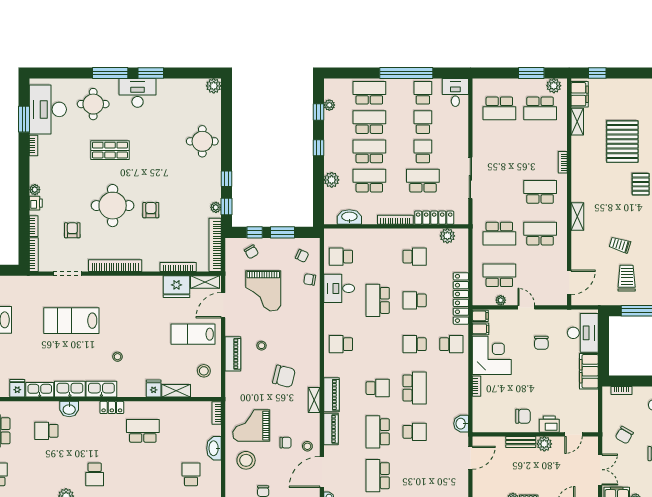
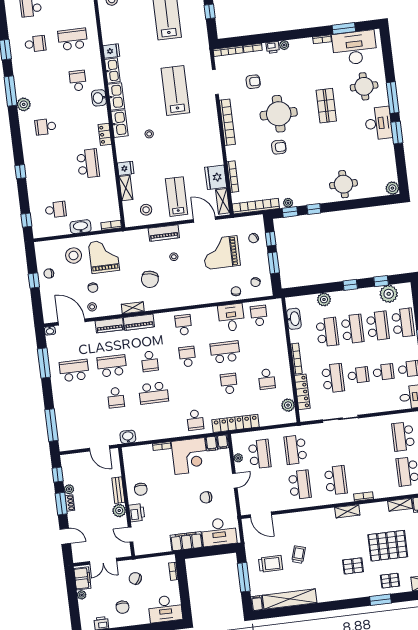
plant: (329, 105) -> (389, 294), width x1.88, depth x1.88
shelving: (577, 216) -> (347, 511), moved
school desk: (415, 344) -> (187, 357), moved

